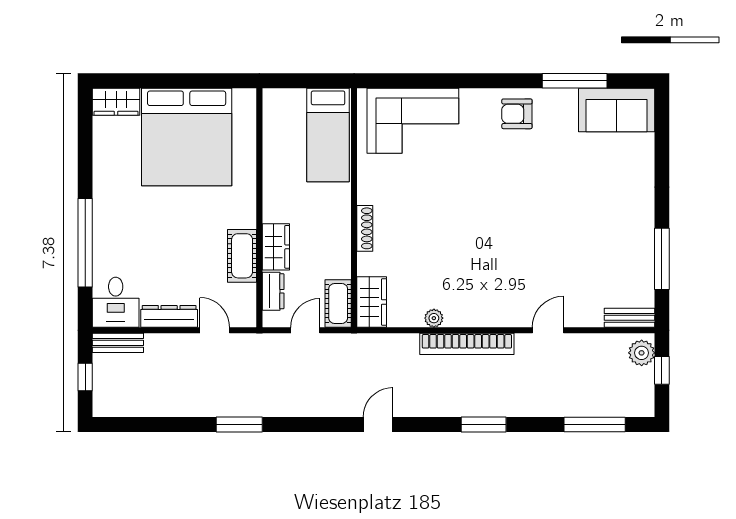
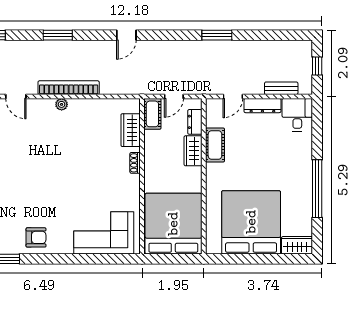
bed: (328, 135) -> (173, 224), width x2.04
shoe rack: (365, 228) -> (135, 163), width x0.70
window: (85, 243) -> (317, 189), moved
wardrobe: (372, 302) -> (131, 130), moved
plant: (434, 318) -> (62, 104), moved
door: (215, 330) -> (233, 96), hinge flipped
door: (548, 330) -> (16, 96), hinge flipped
bench: (118, 343) -> (281, 88), moved

